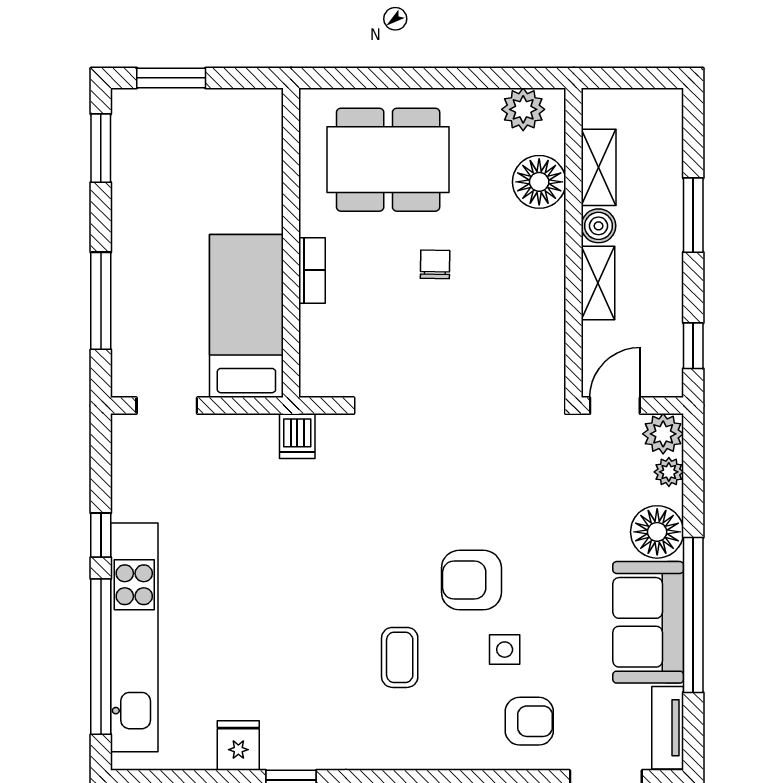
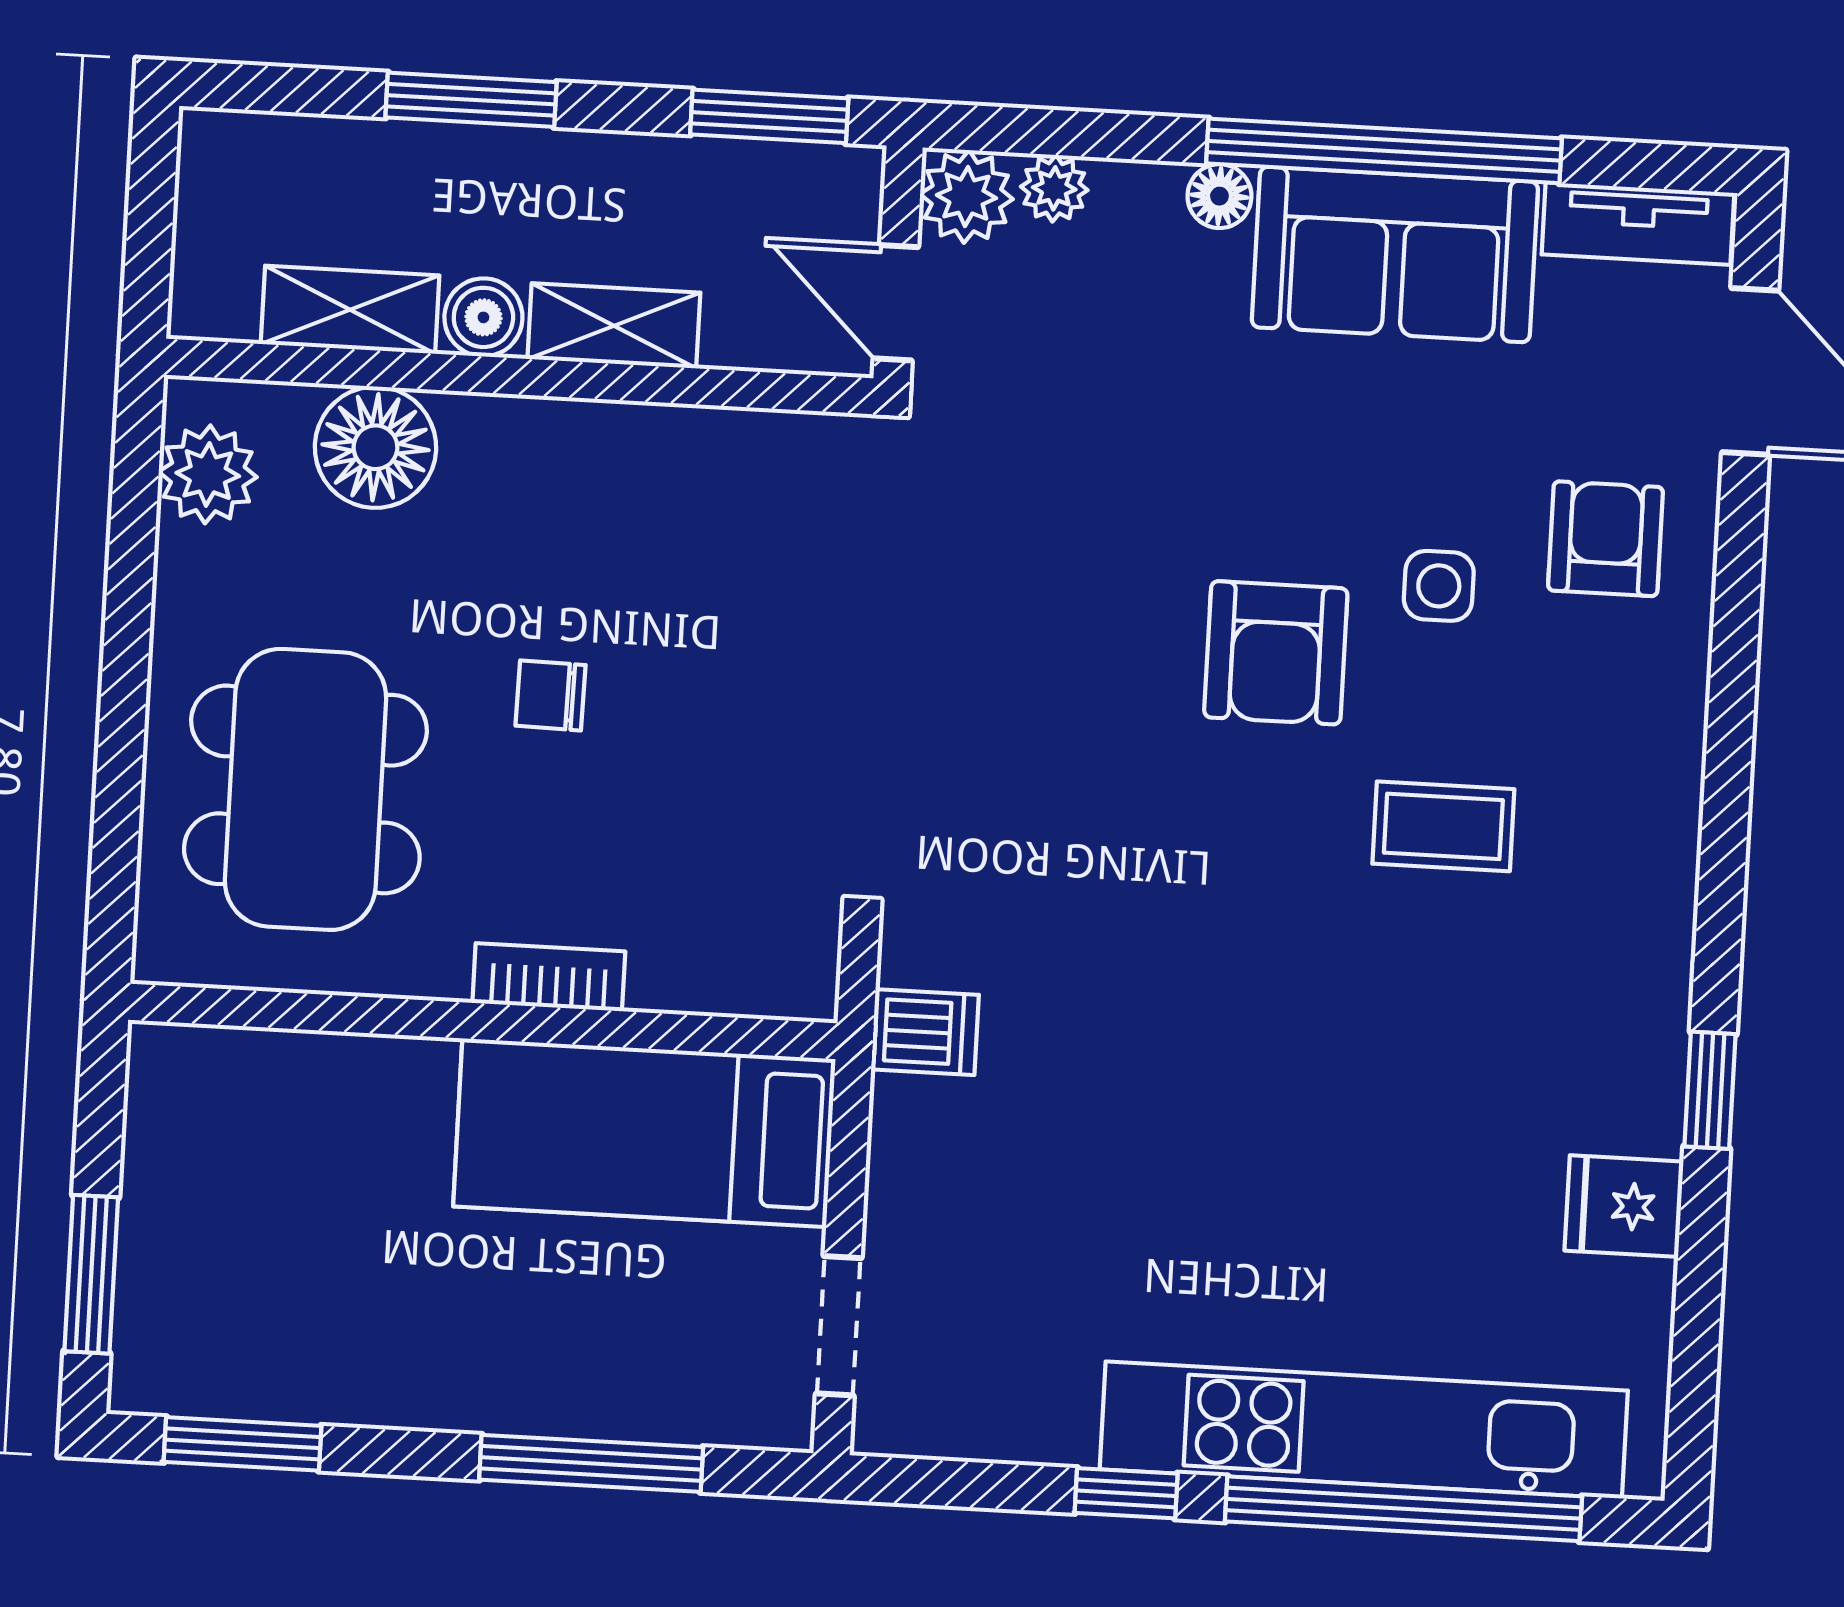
window: (693, 346) -> (769, 116), width x1.50
floor lamp: (657, 532) -> (1219, 196), width x0.53, depth x0.53

